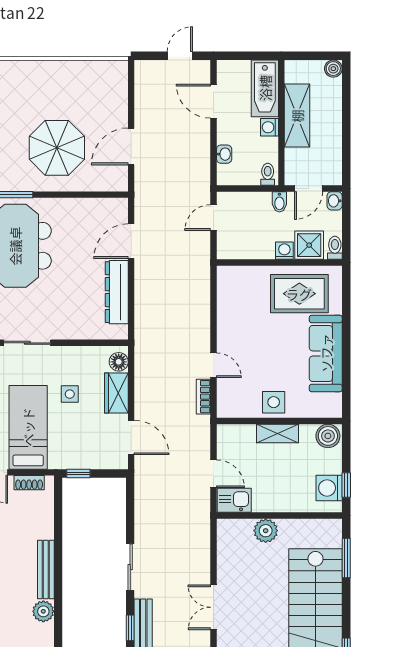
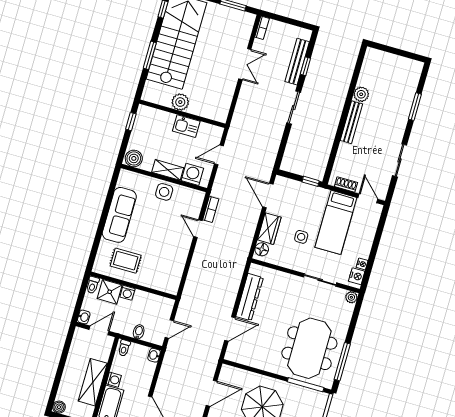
washbasin: (224, 154) -> (154, 355), moved
bidet: (279, 202) -> (139, 332), moved
rug: (299, 294) -> (126, 261), width x0.73, depth x0.70
door: (213, 474) -> (219, 155), hinge flipped
washing machine: (329, 488) -> (192, 174), moved, turned -90
kitchen sink: (234, 500) -> (186, 126), moved
plant: (266, 531) -> (180, 102), moved
window: (346, 558) -> (150, 55), moved

